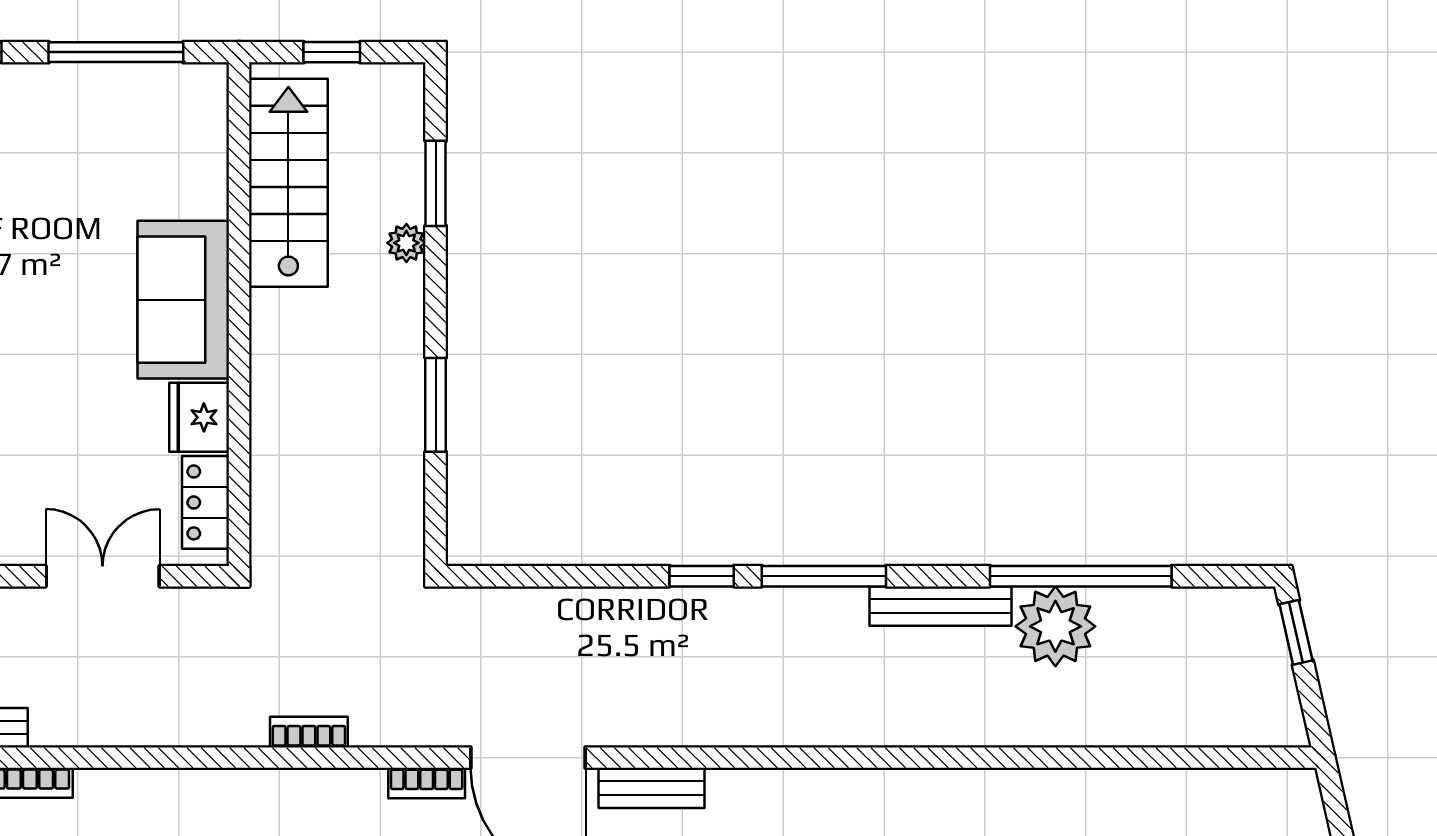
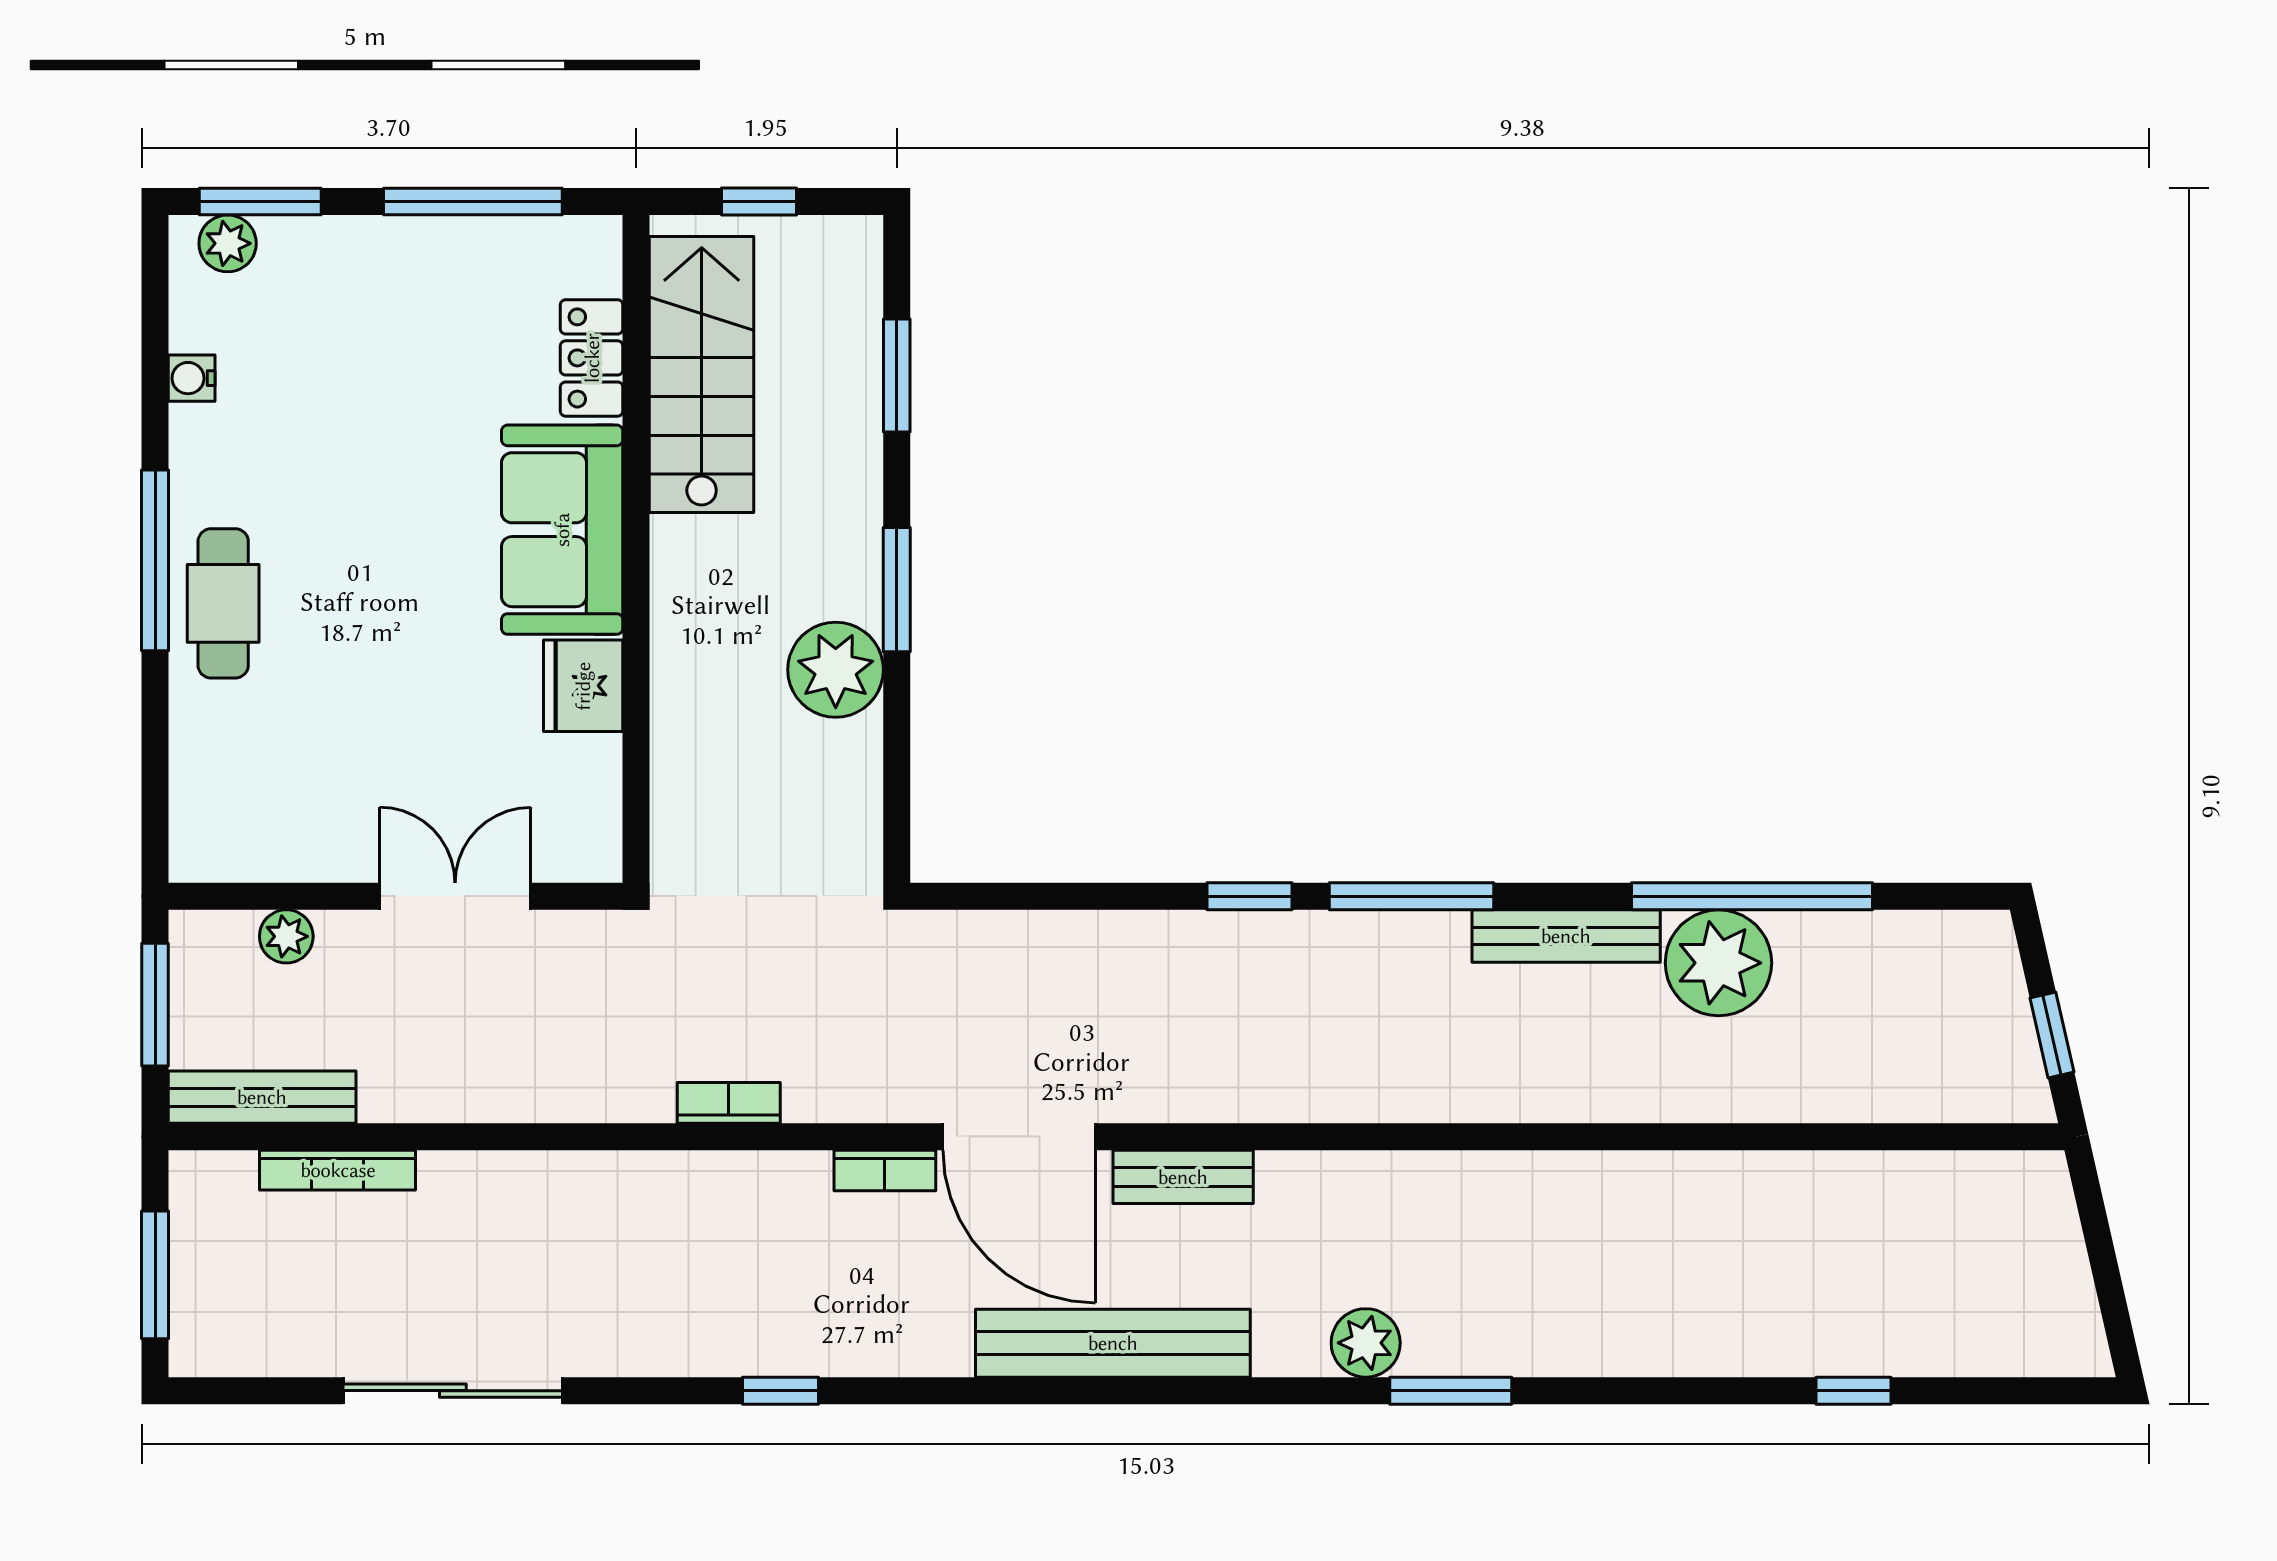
plant: (406, 243) -> (836, 670), moved, width x1.88, depth x1.88
window: (436, 405) -> (897, 590), moved
locker: (205, 502) -> (592, 358), moved
window: (1296, 632) -> (2052, 1035), moved

